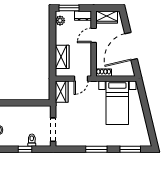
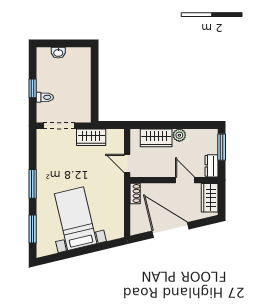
plant: (60, 21) -> (179, 135), moved
wardrobe: (62, 92) -> (91, 137), moved
bed with nightstands: (117, 103) -> (76, 219), moved, turned 77

